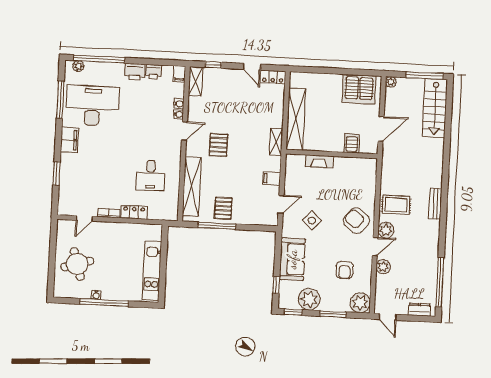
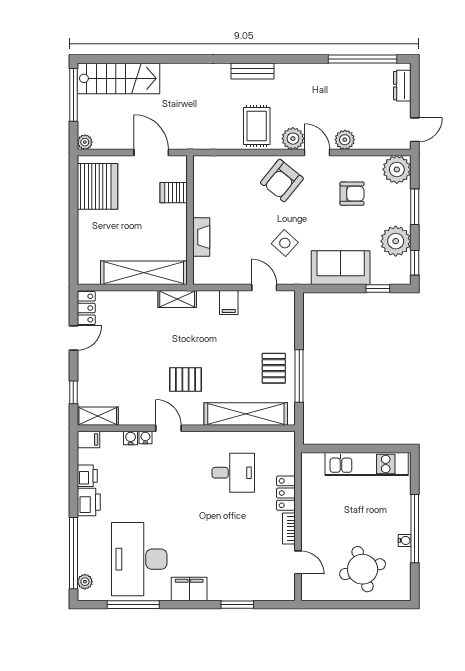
pallet: (223, 208) -> (274, 368), turned 90

